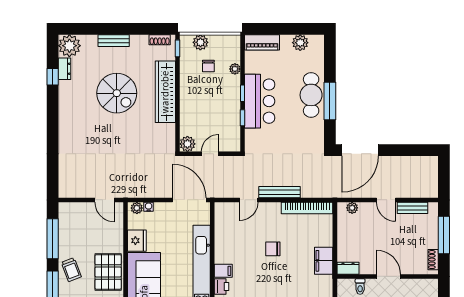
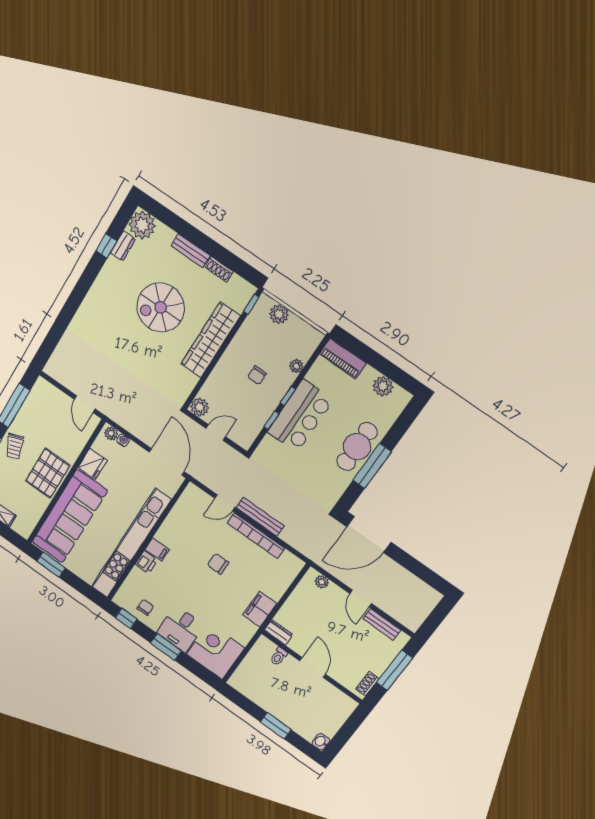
shoe rack: (160, 40) -> (219, 269), moved
chair: (208, 66) -> (257, 375), moved
spiral stairs: (117, 93) -> (161, 307), turned 90
bookcase: (307, 208) -> (256, 536), moved

